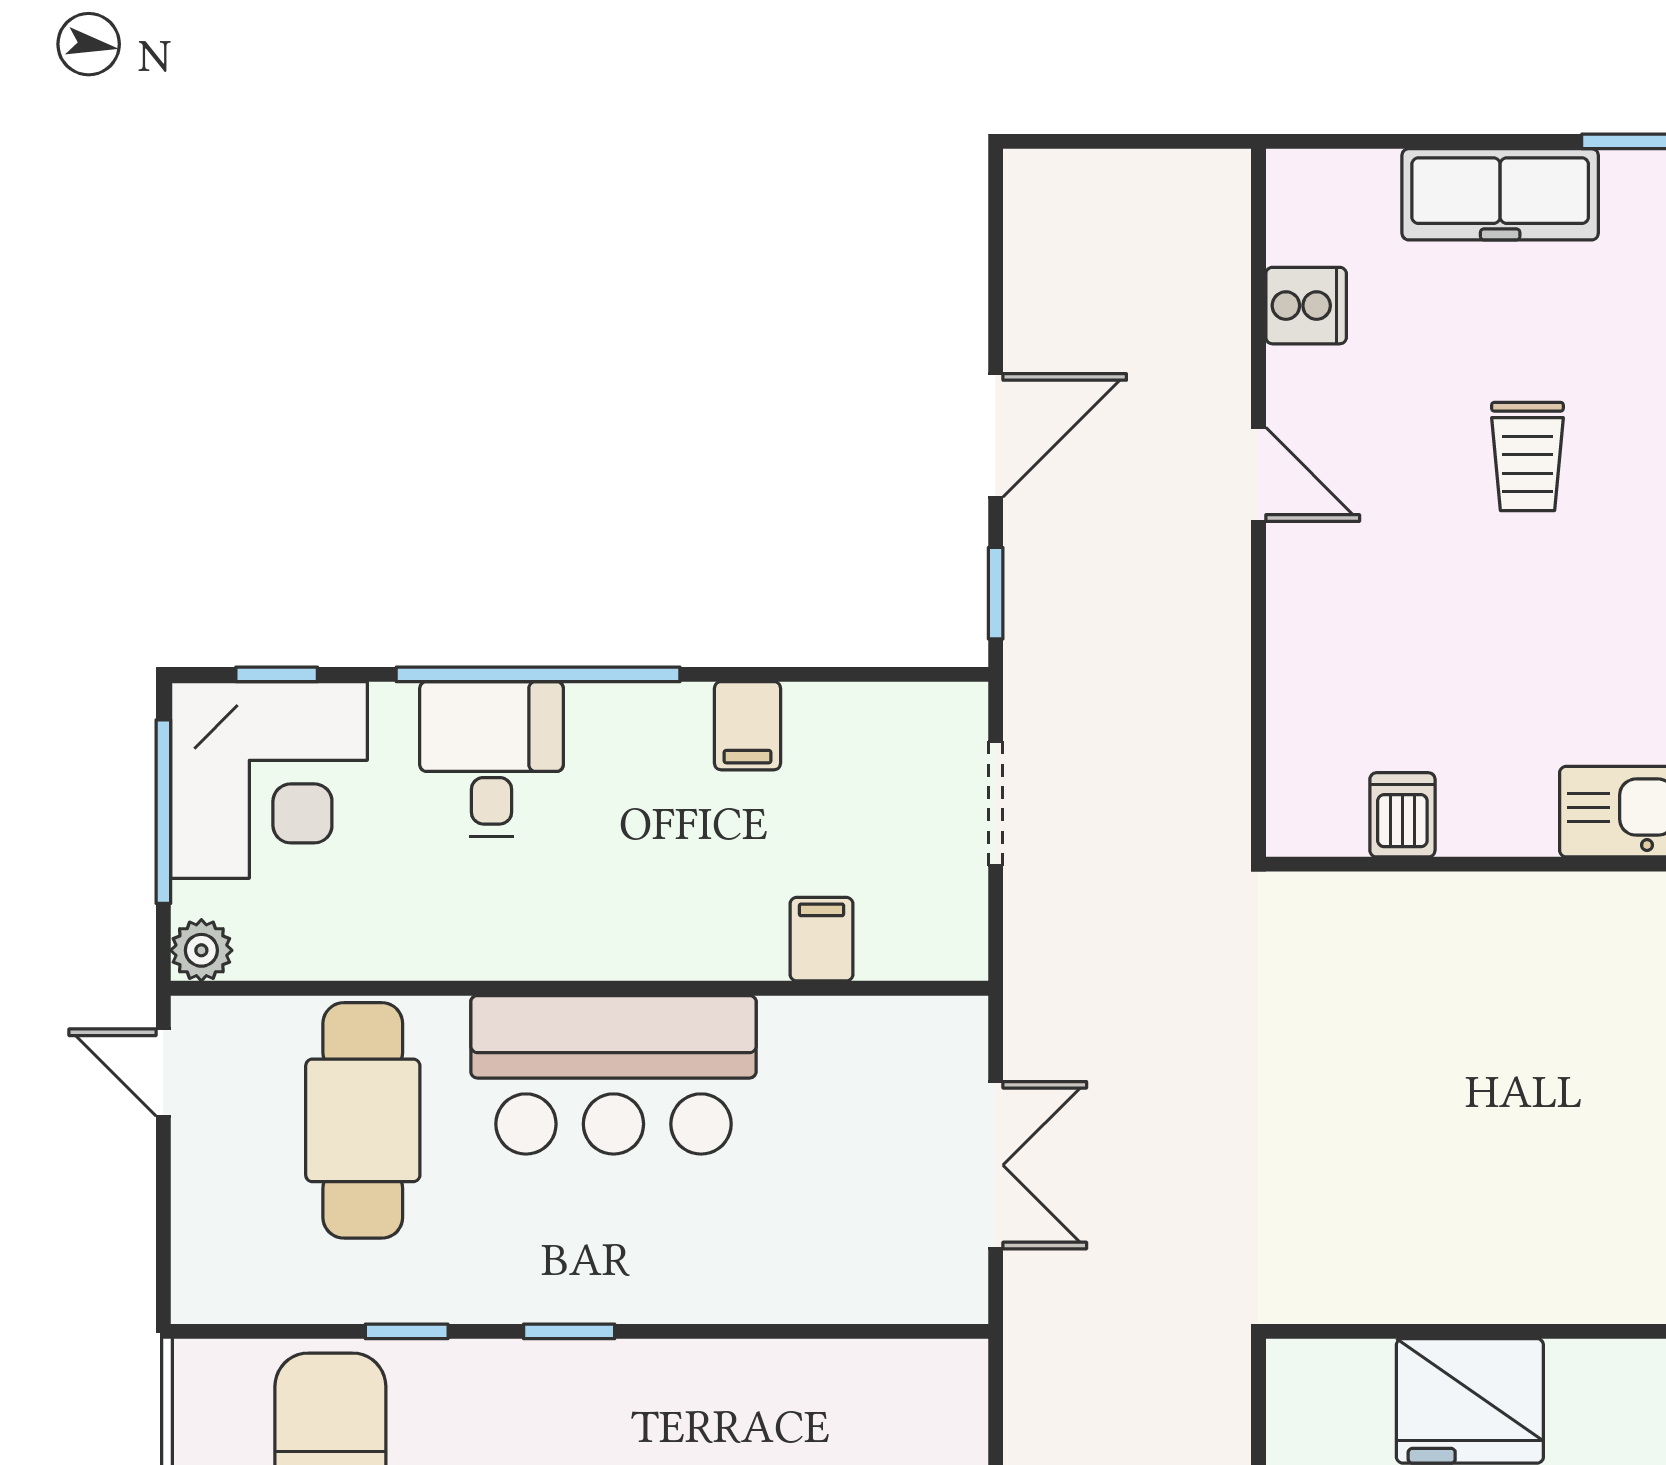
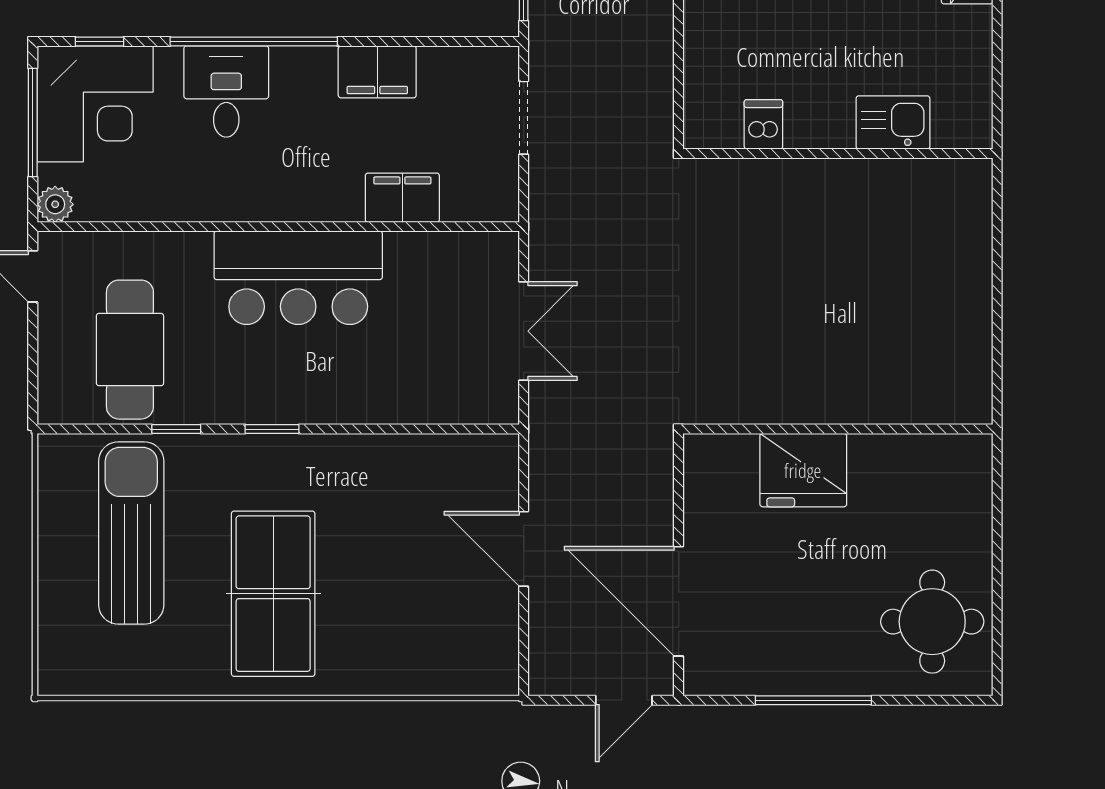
filing cabinet: (748, 726) -> (377, 72), width x2.00
filing cabinet: (821, 939) -> (402, 198), width x2.00
cafe table: (363, 1120) -> (130, 350), moved

